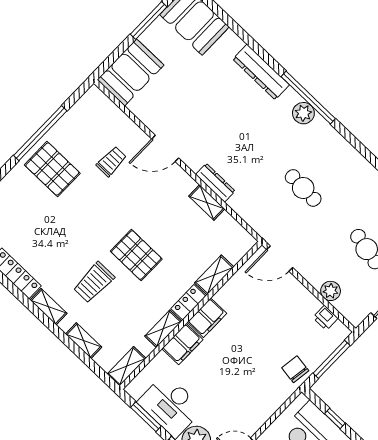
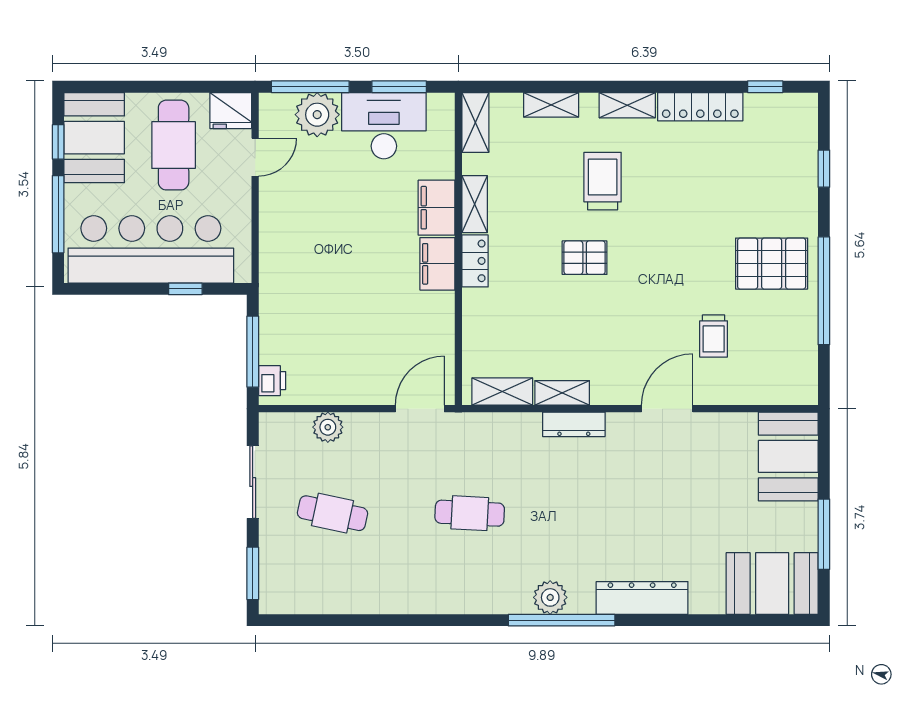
pallet: (136, 255) -> (585, 258), width x0.67, depth x0.71
shelving: (214, 275) -> (502, 391), moved, turned 90
printer: (325, 318) -> (272, 381), moved, turned 90
chair: (295, 369) -> (283, 301), removed

